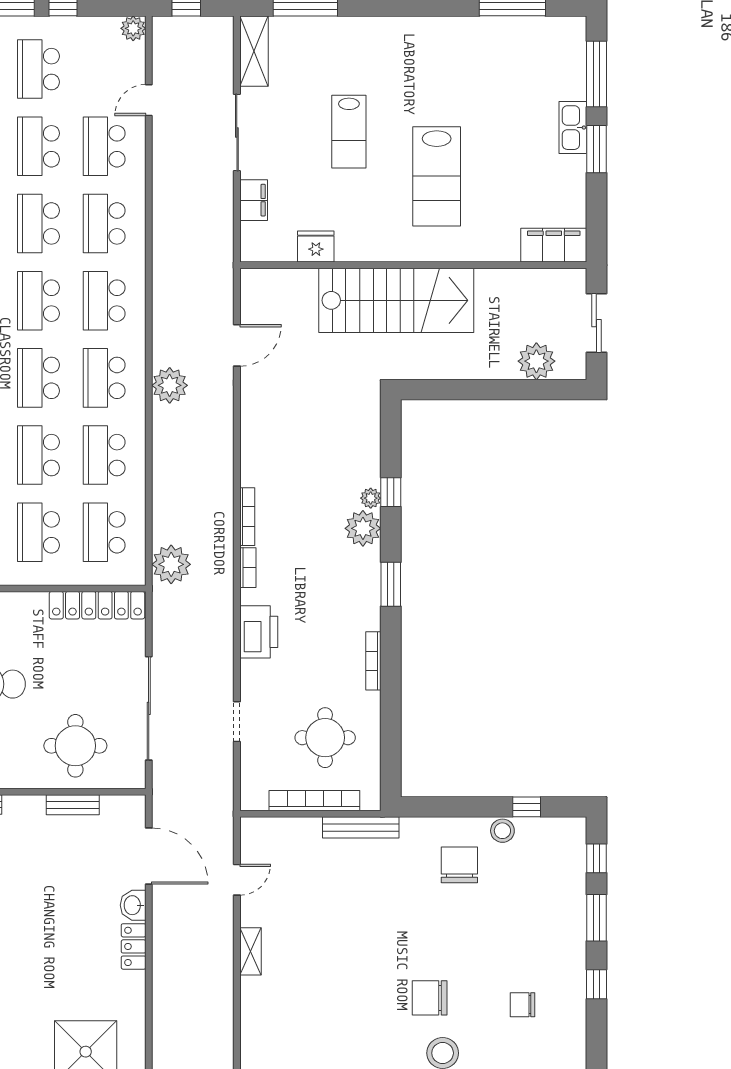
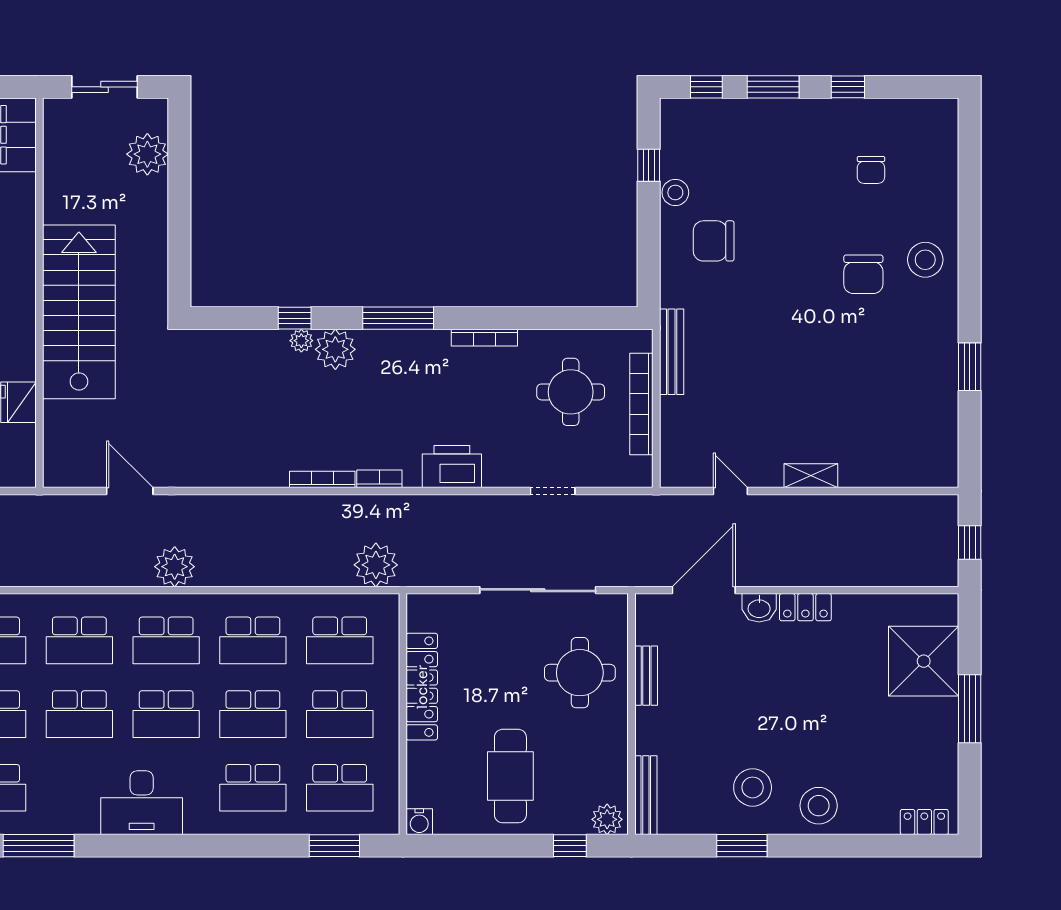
window: (391, 584) -> (398, 318), width x1.44
locker: (97, 605) -> (422, 687), moved

